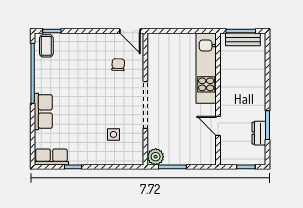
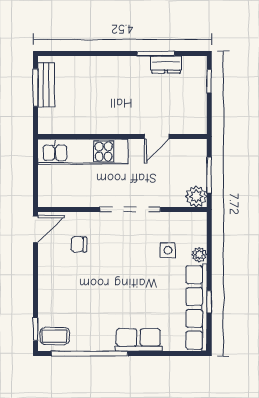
kitchen unit: (206, 68) -> (83, 151), moved
wall: (218, 99) -> (122, 136), moved
door: (218, 126) -> (157, 136), moved
row of seats: (51, 157) -> (196, 307), width x2.02
plant: (110, 159) -> (199, 255), added

